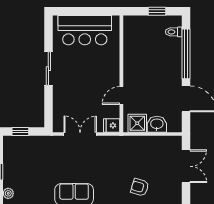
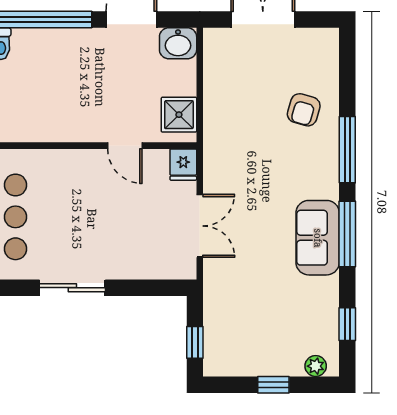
washbasin: (157, 124) -> (178, 43), moved, turned -90
double door: (80, 134) -> (200, 226), swing flipped

